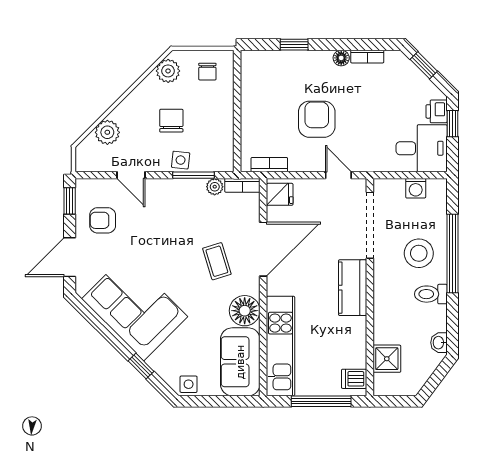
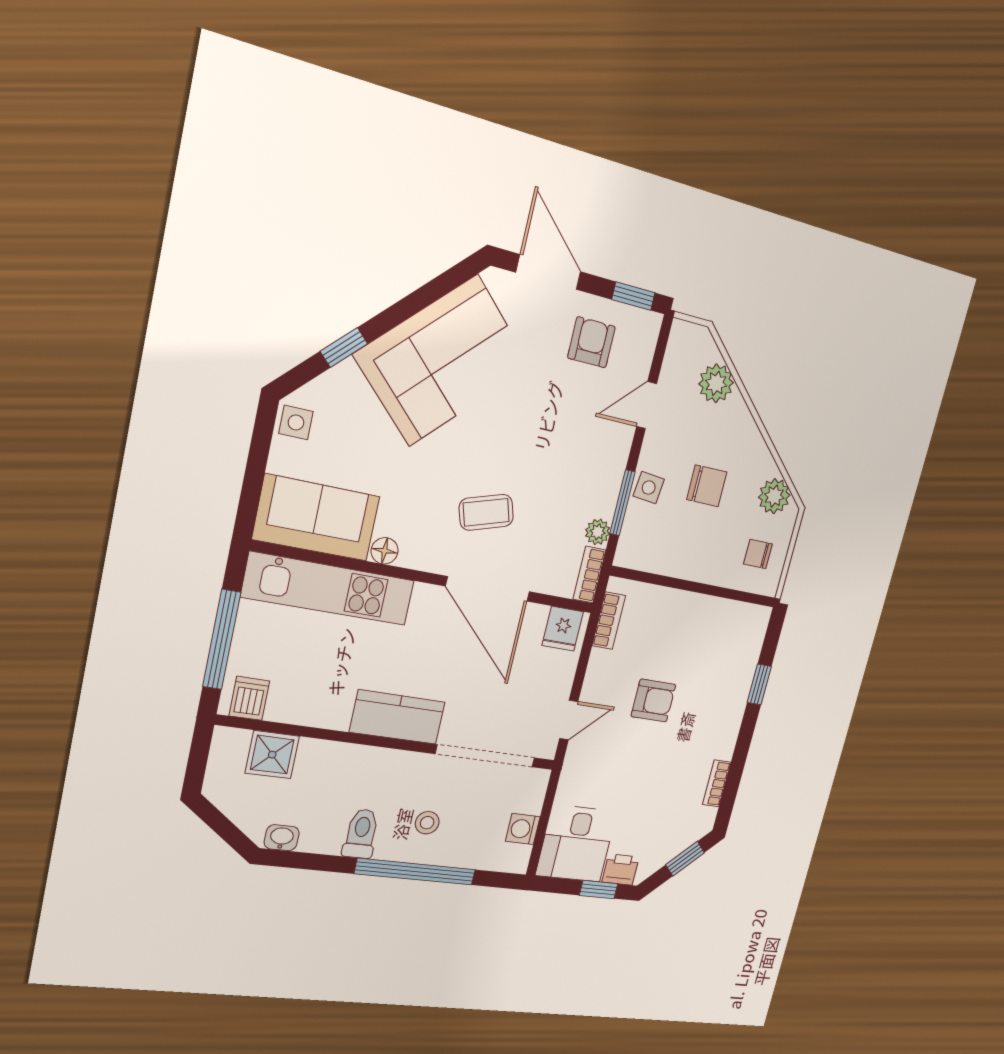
floor lamp: (341, 58) -> (725, 747), removed
armchair: (317, 119) -> (653, 701), width x0.72, depth x0.72
stool: (419, 253) -> (427, 823), width x0.53, depth x0.53
floor lamp: (245, 311) -> (385, 551), width x0.53, depth x0.53

